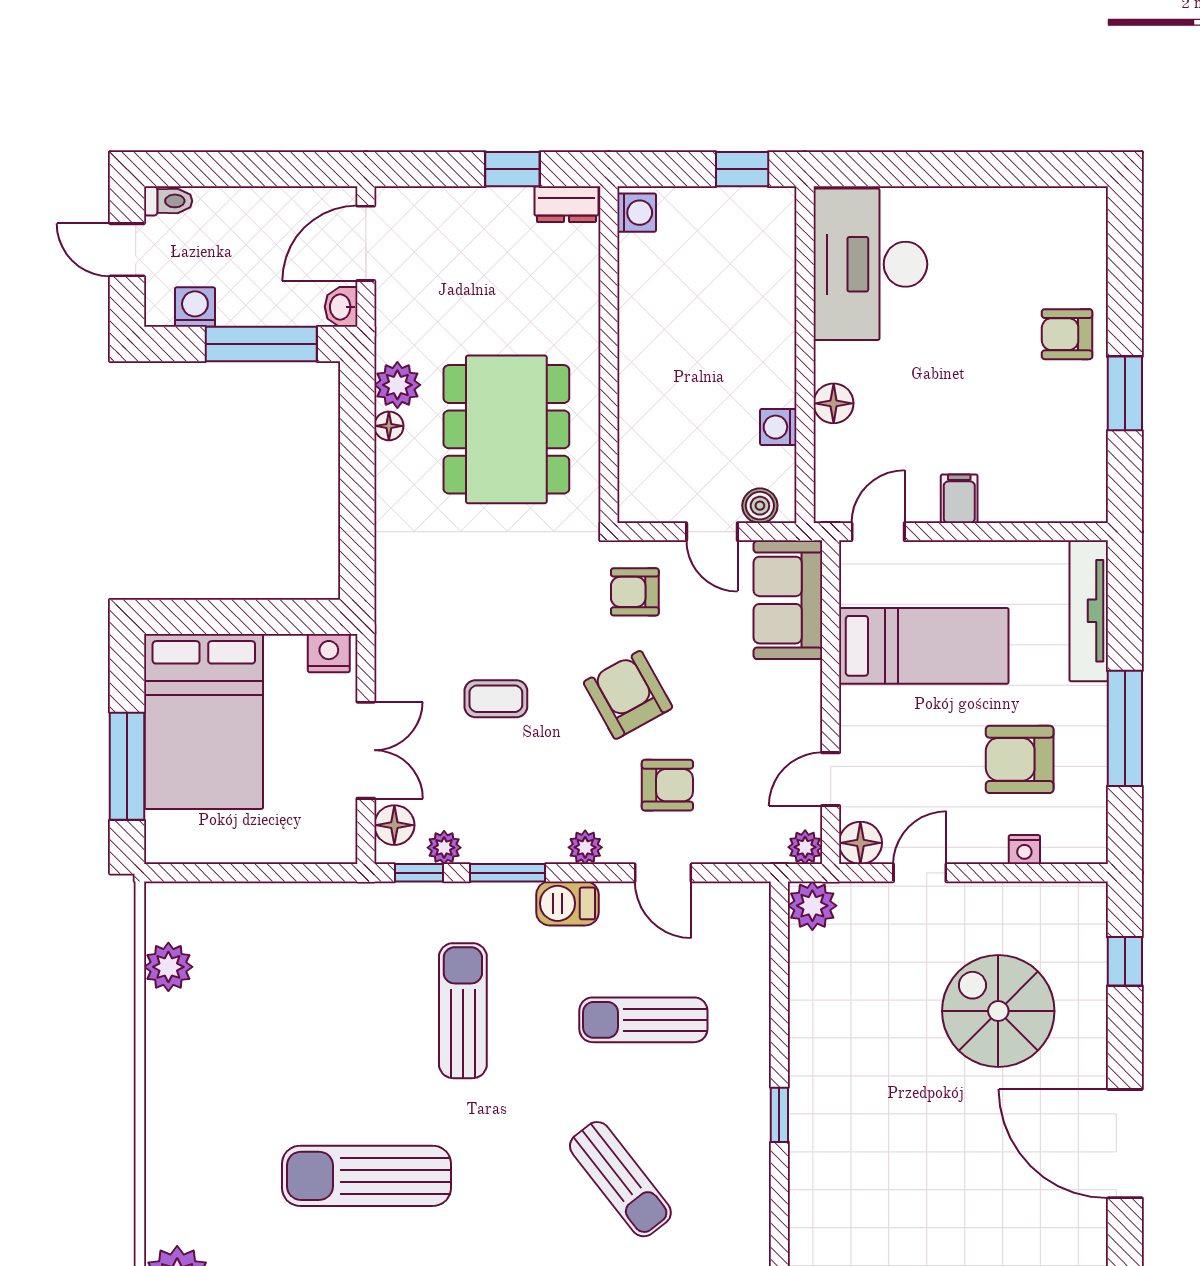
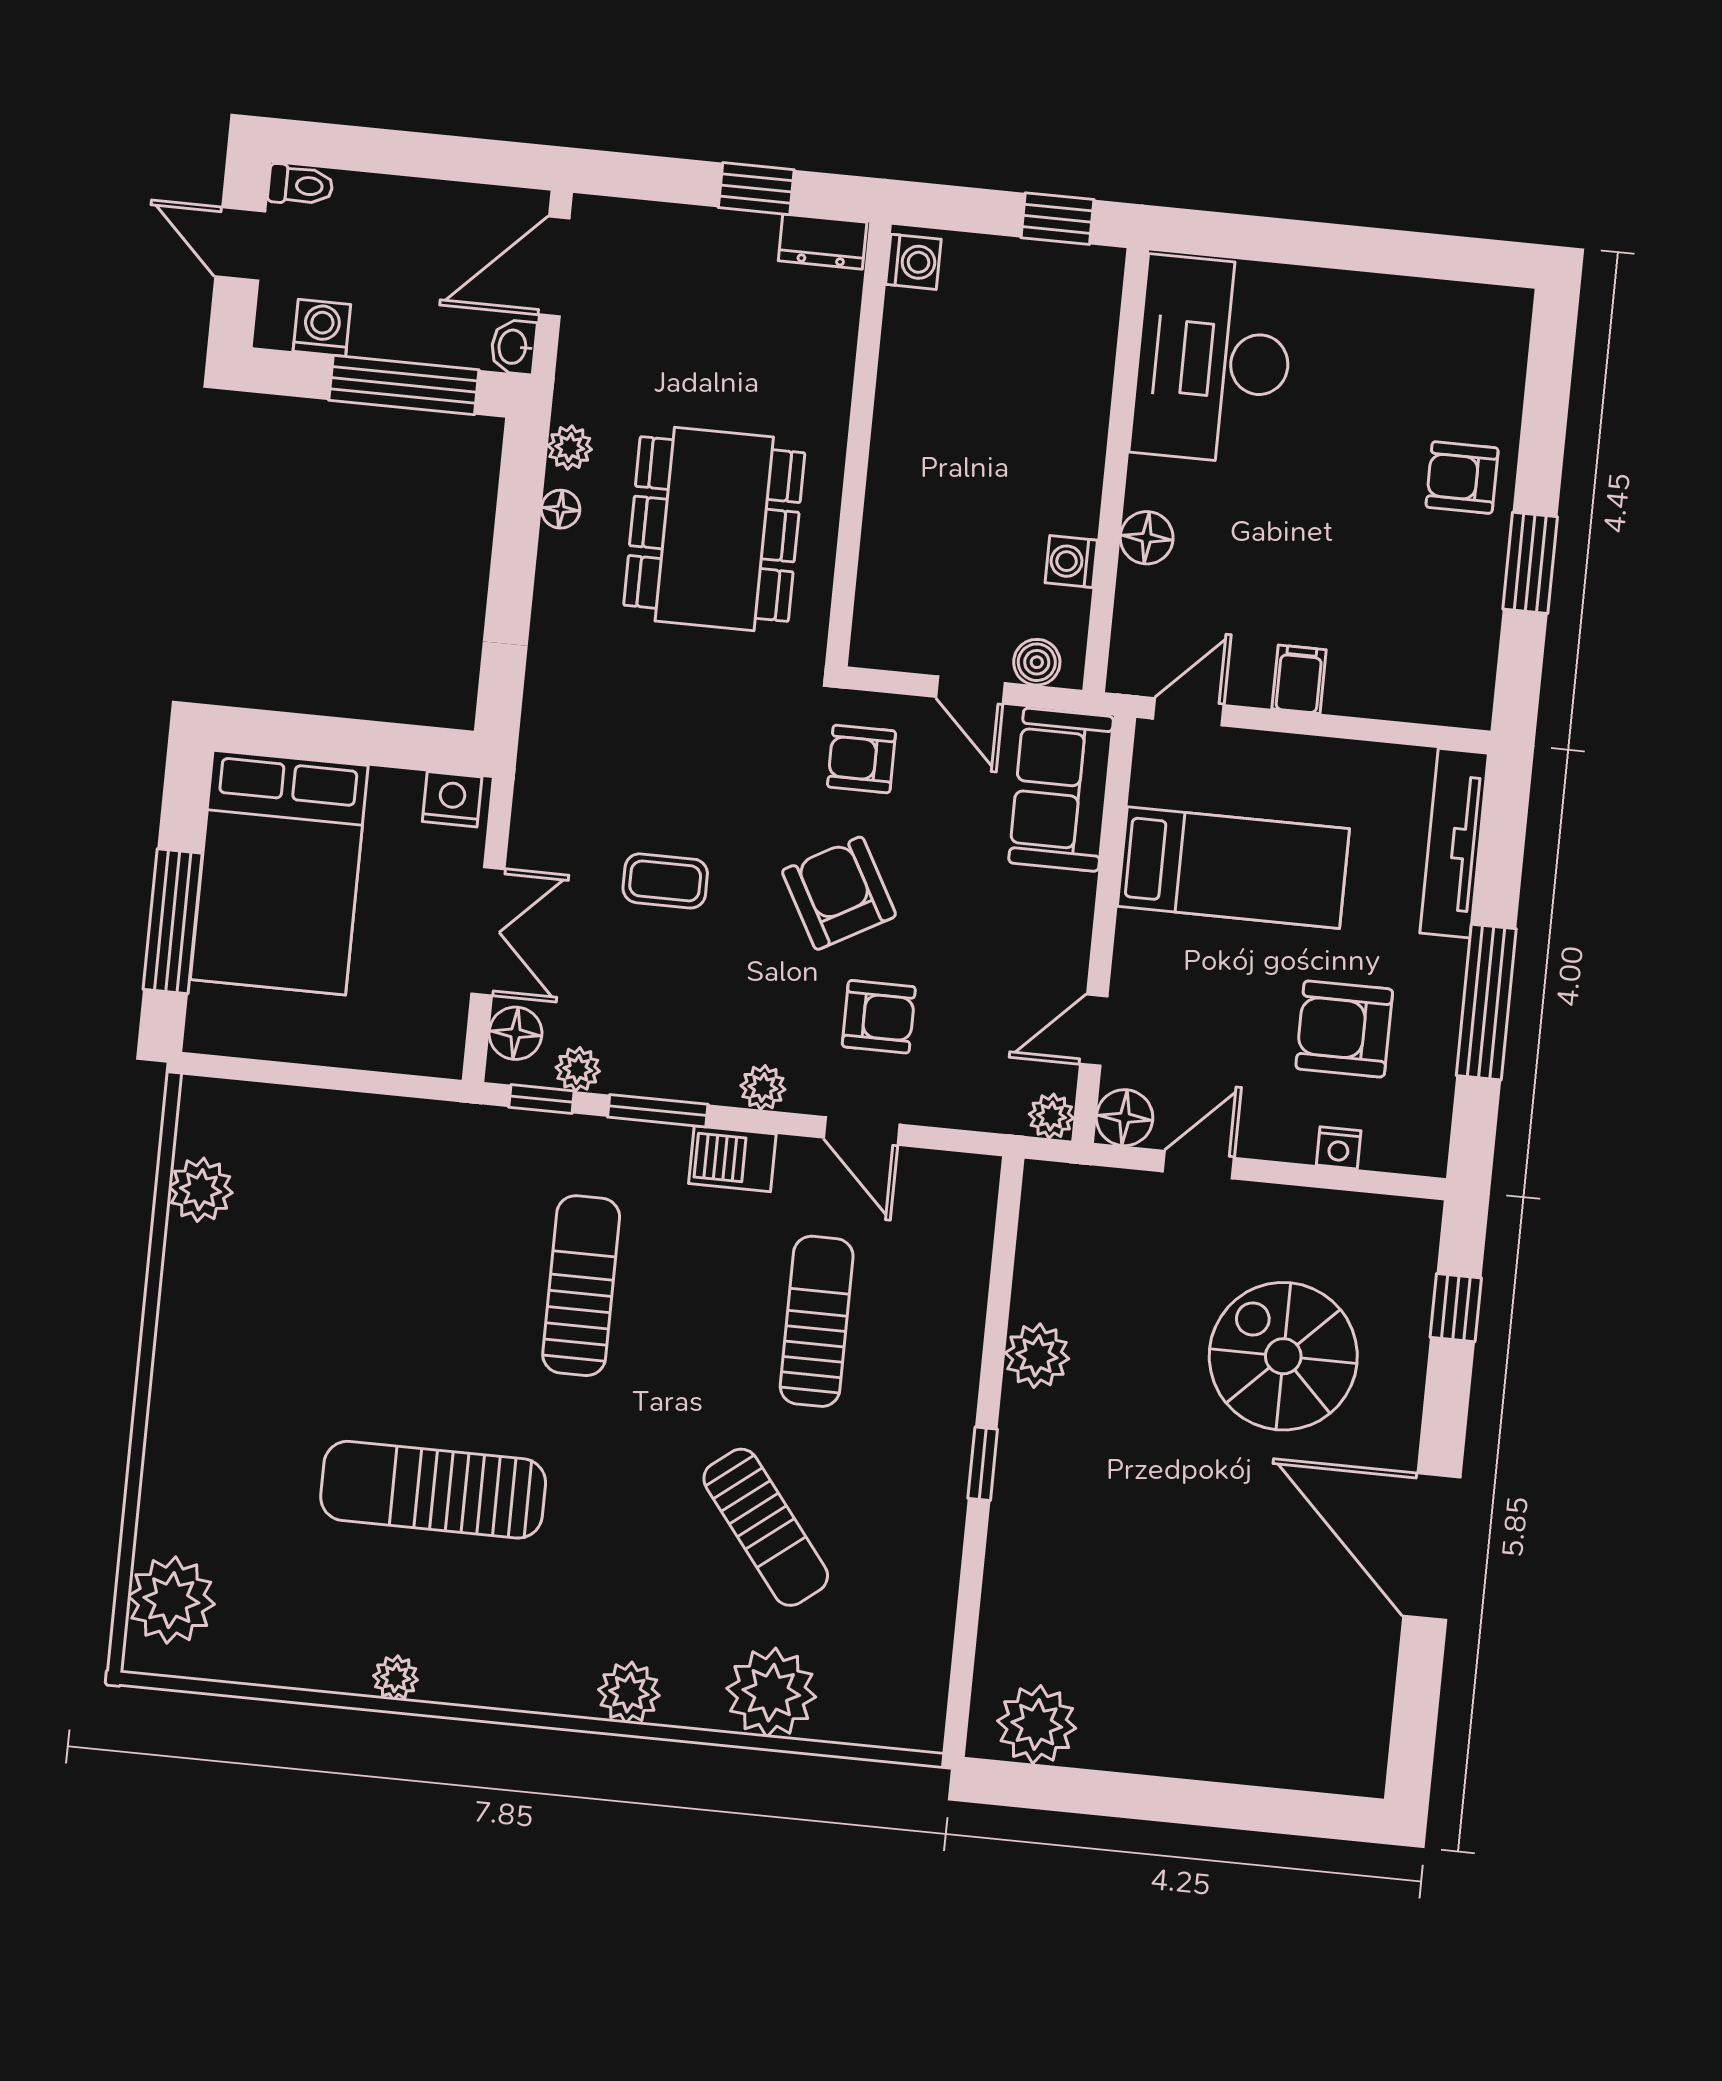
plant: (397, 385) -> (570, 447), width x0.73, depth x0.73
plant: (812, 906) -> (1037, 1356), moved
sun lounger: (643, 1020) -> (817, 1321), turned 90

